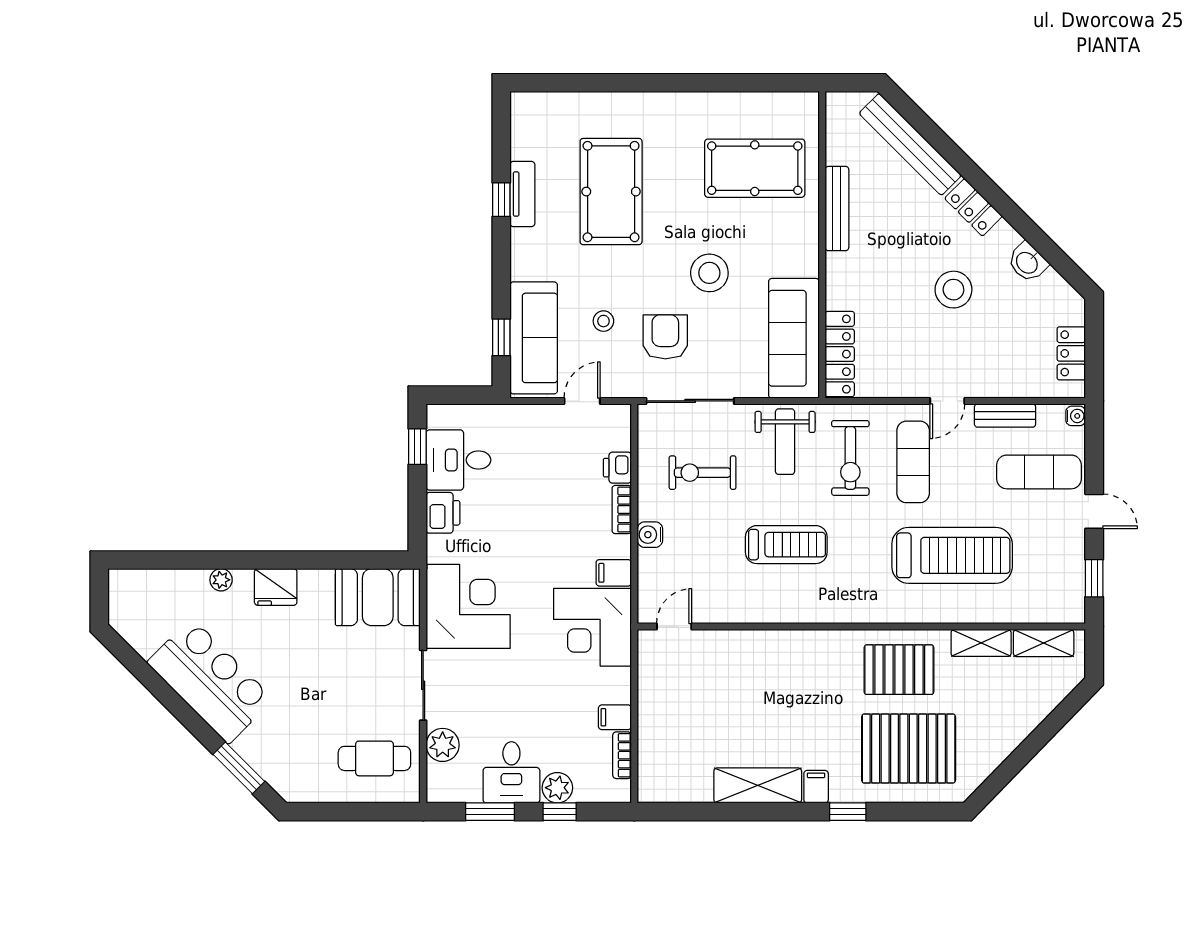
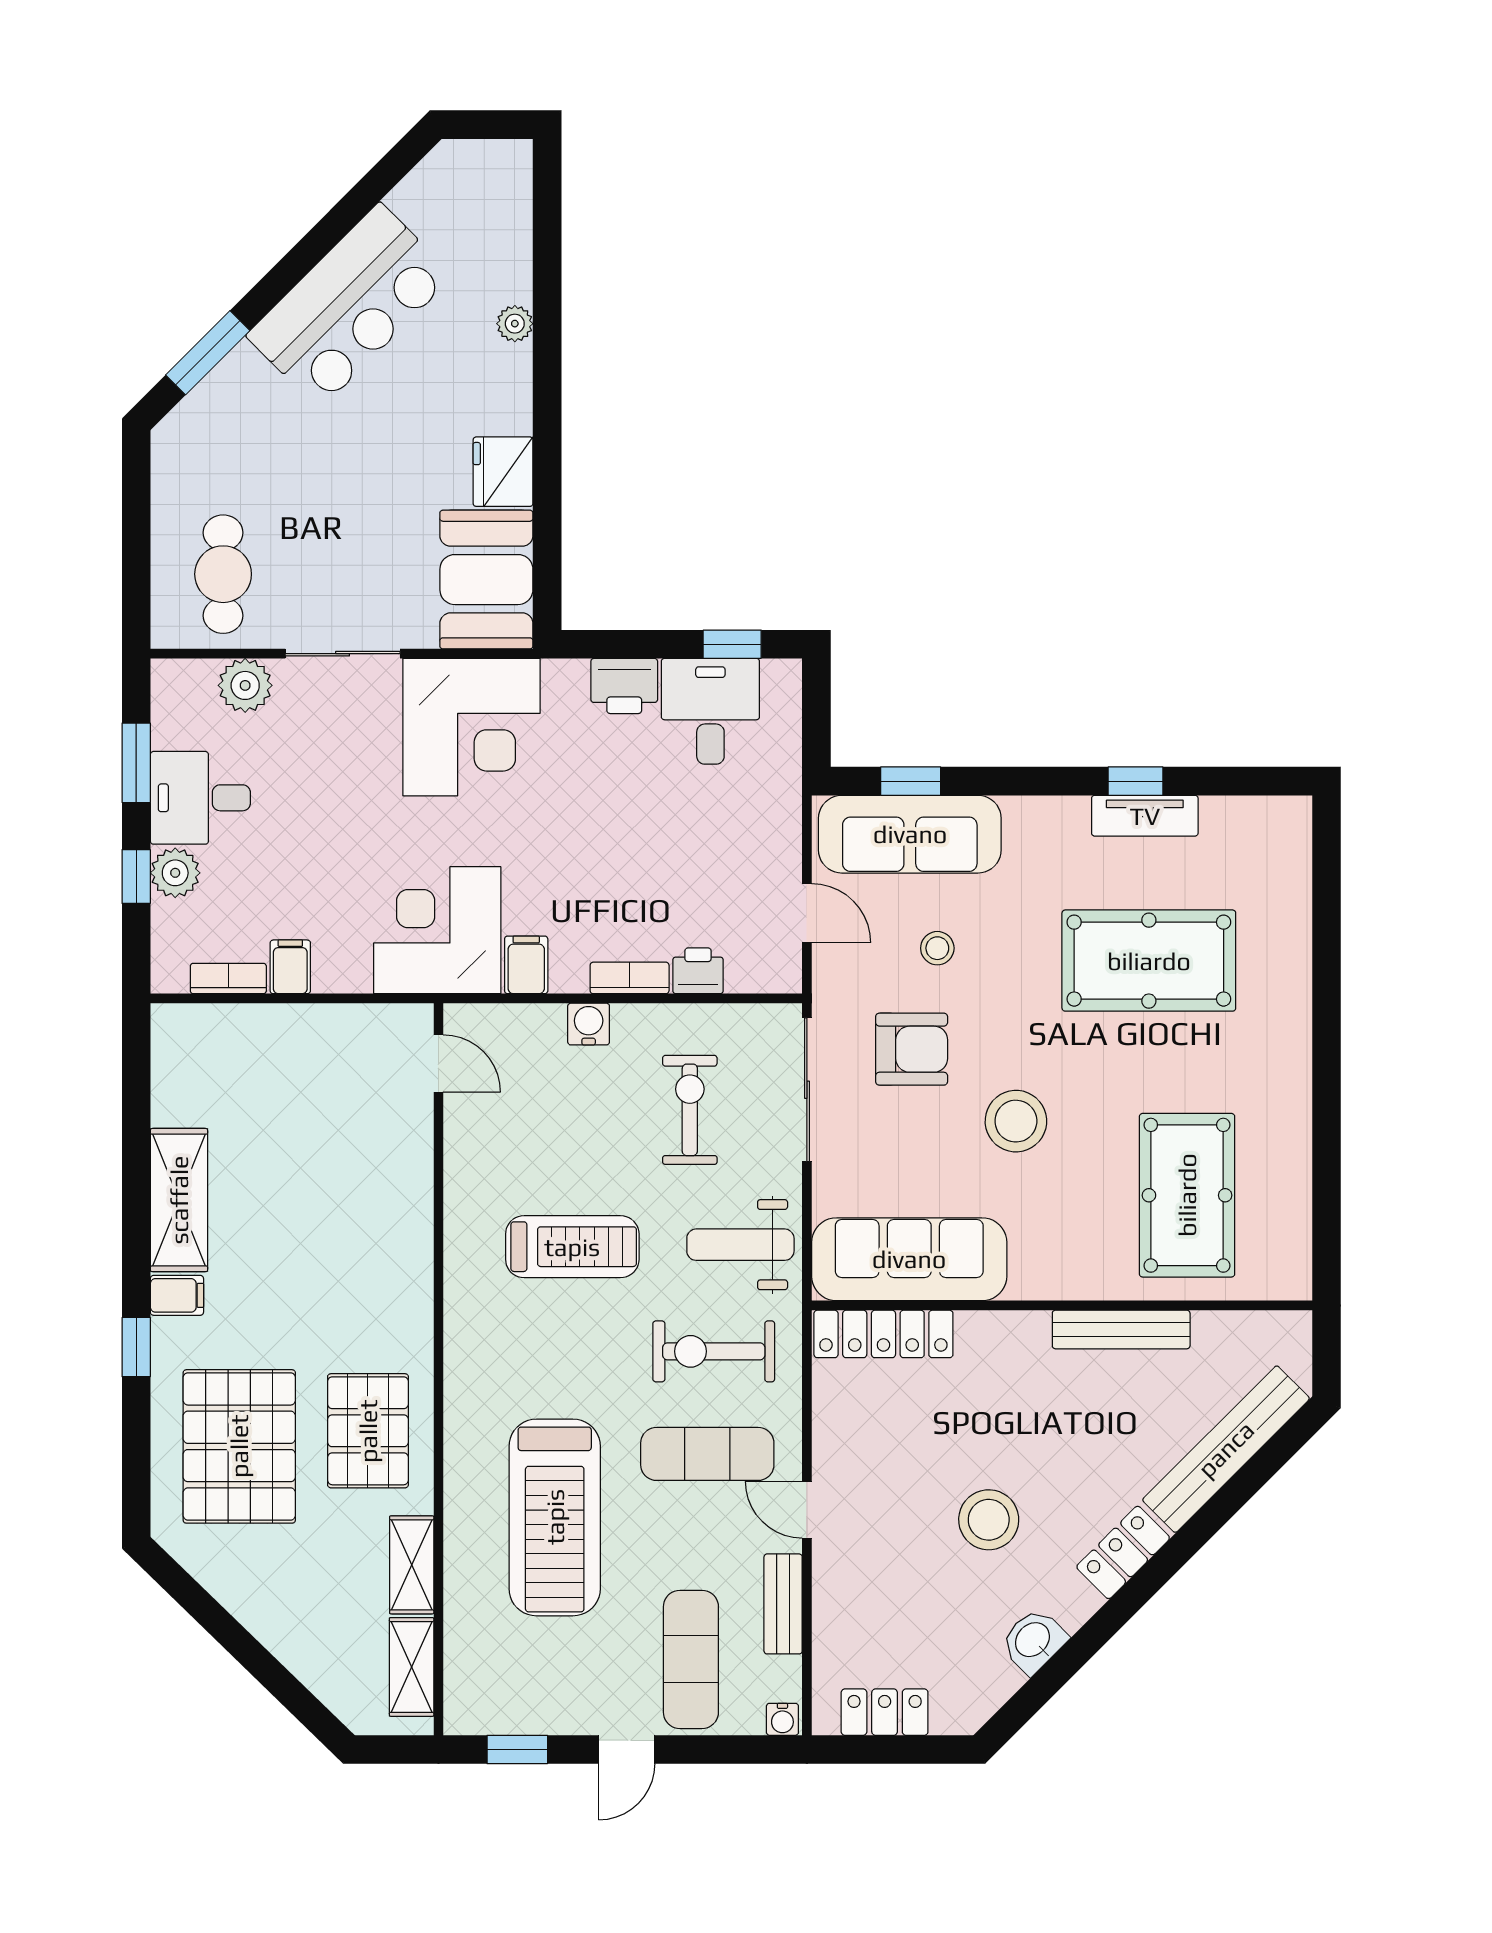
treadmill: (786, 545) -> (572, 1247), turned -90
fridge: (276, 587) -> (503, 472), moved

